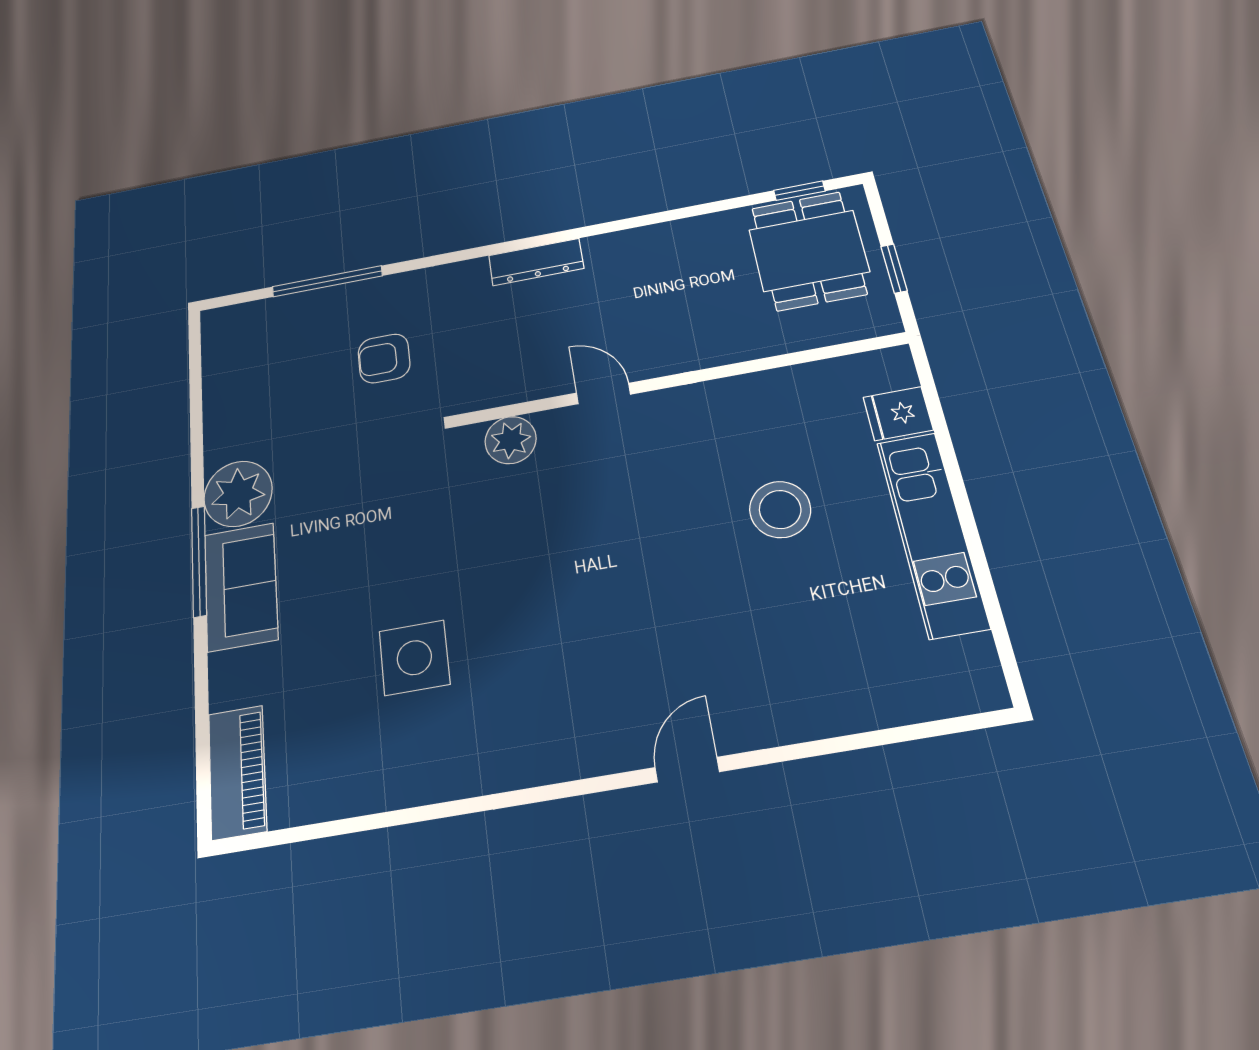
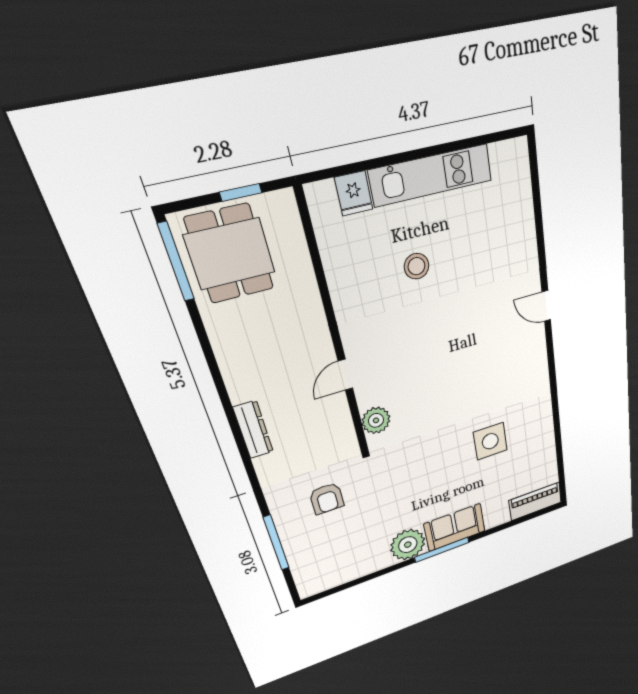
window: (799, 191) -> (176, 262), width x2.17
dining table: (809, 251) -> (230, 254), turned 90
stool: (780, 509) -> (417, 266), width x0.73, depth x0.73

